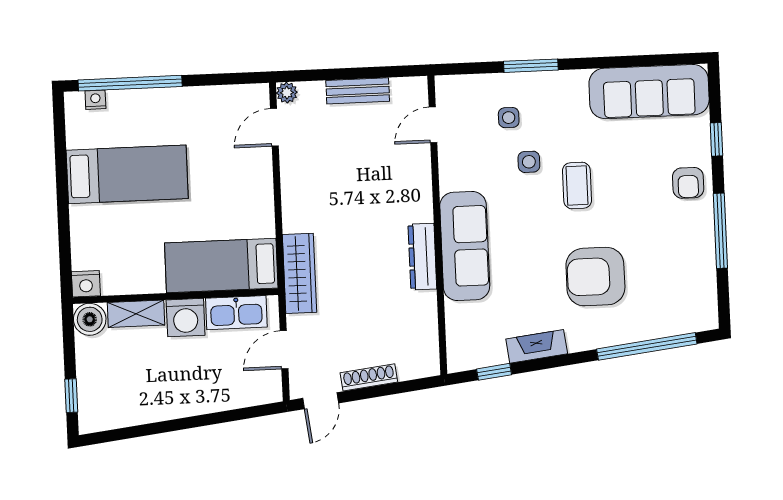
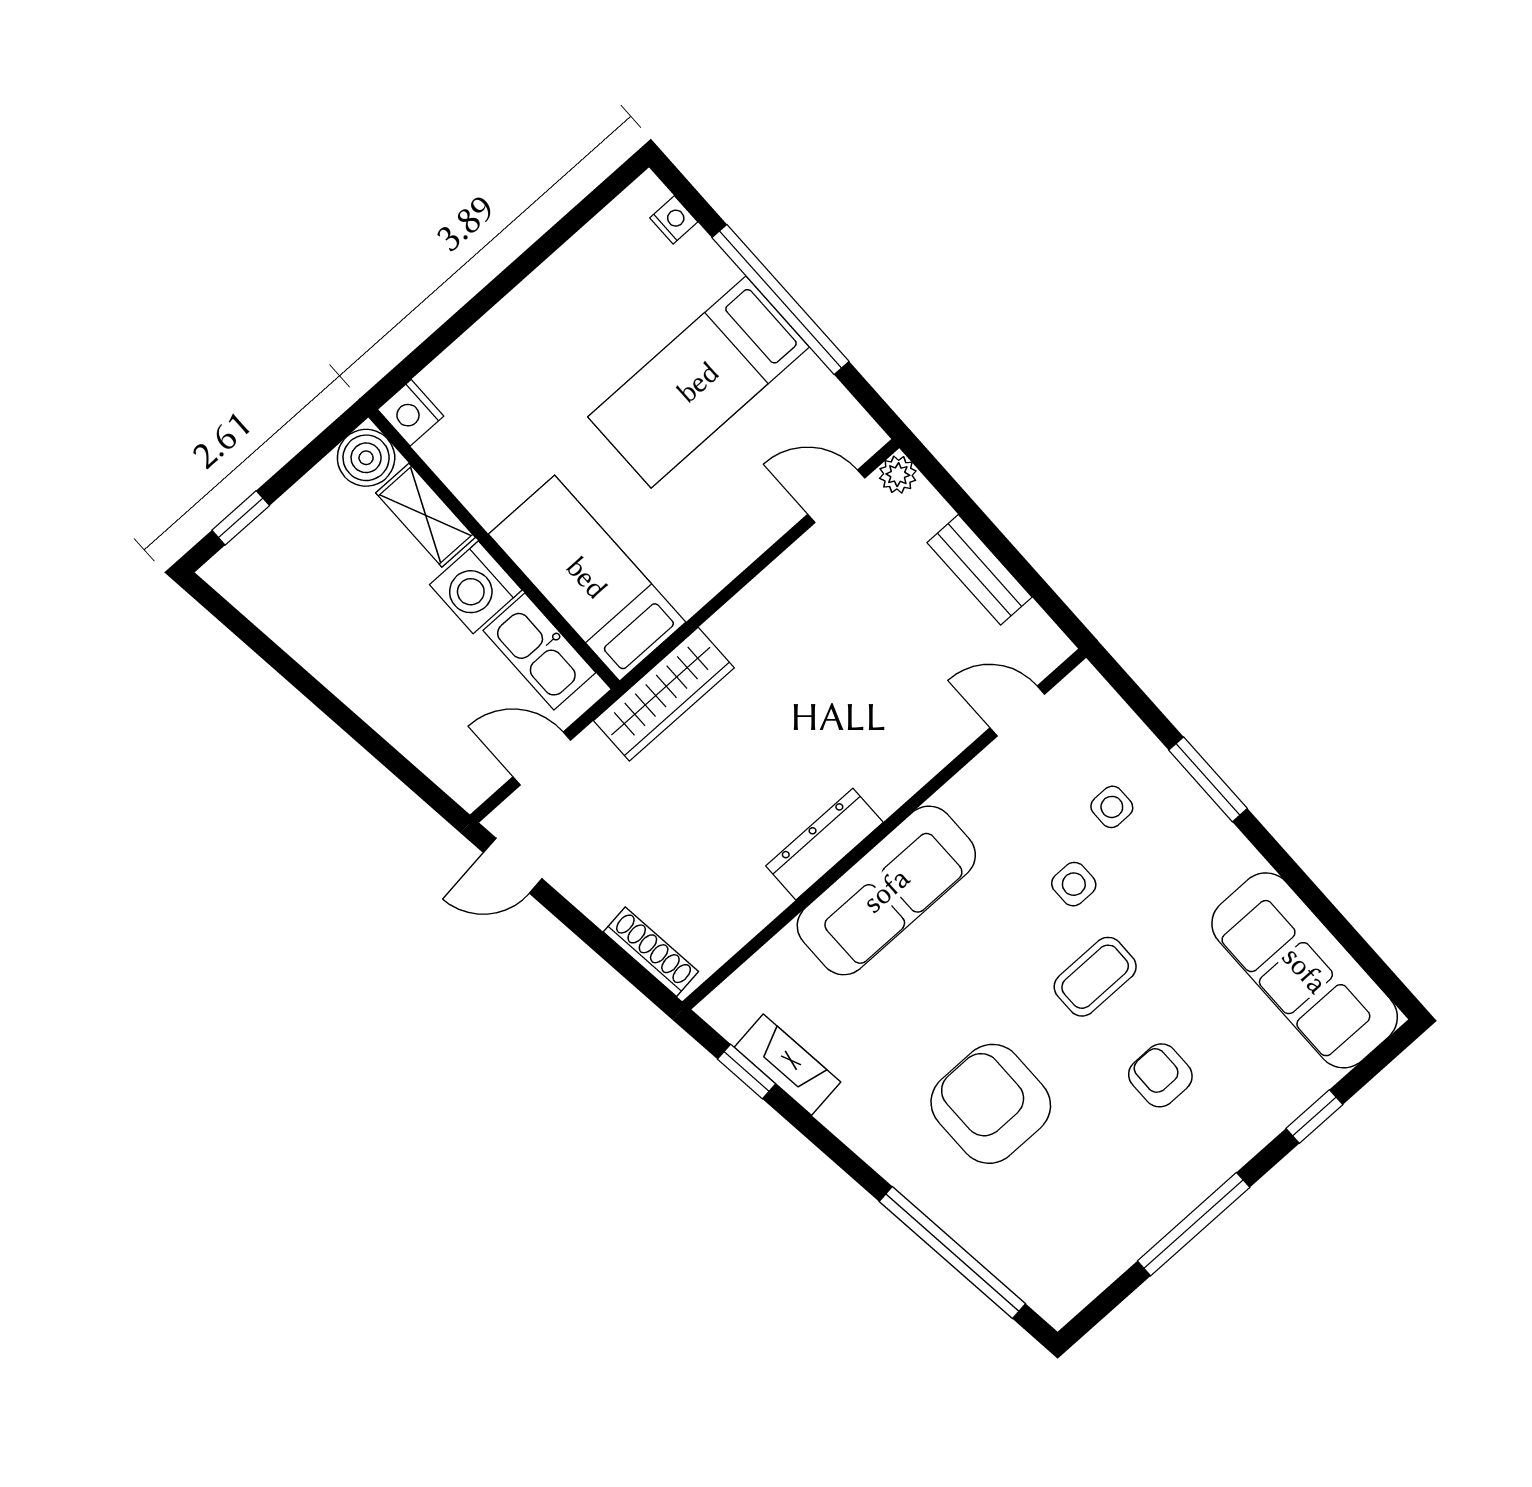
window: (130, 83) -> (780, 300), moved
bed: (127, 174) -> (698, 382), moved, turned 90
armchair: (688, 183) -> (1160, 1075), moved, turned 90
fireplace: (537, 346) -> (787, 1065), moved
shoe rack: (369, 377) -> (651, 952), moved

